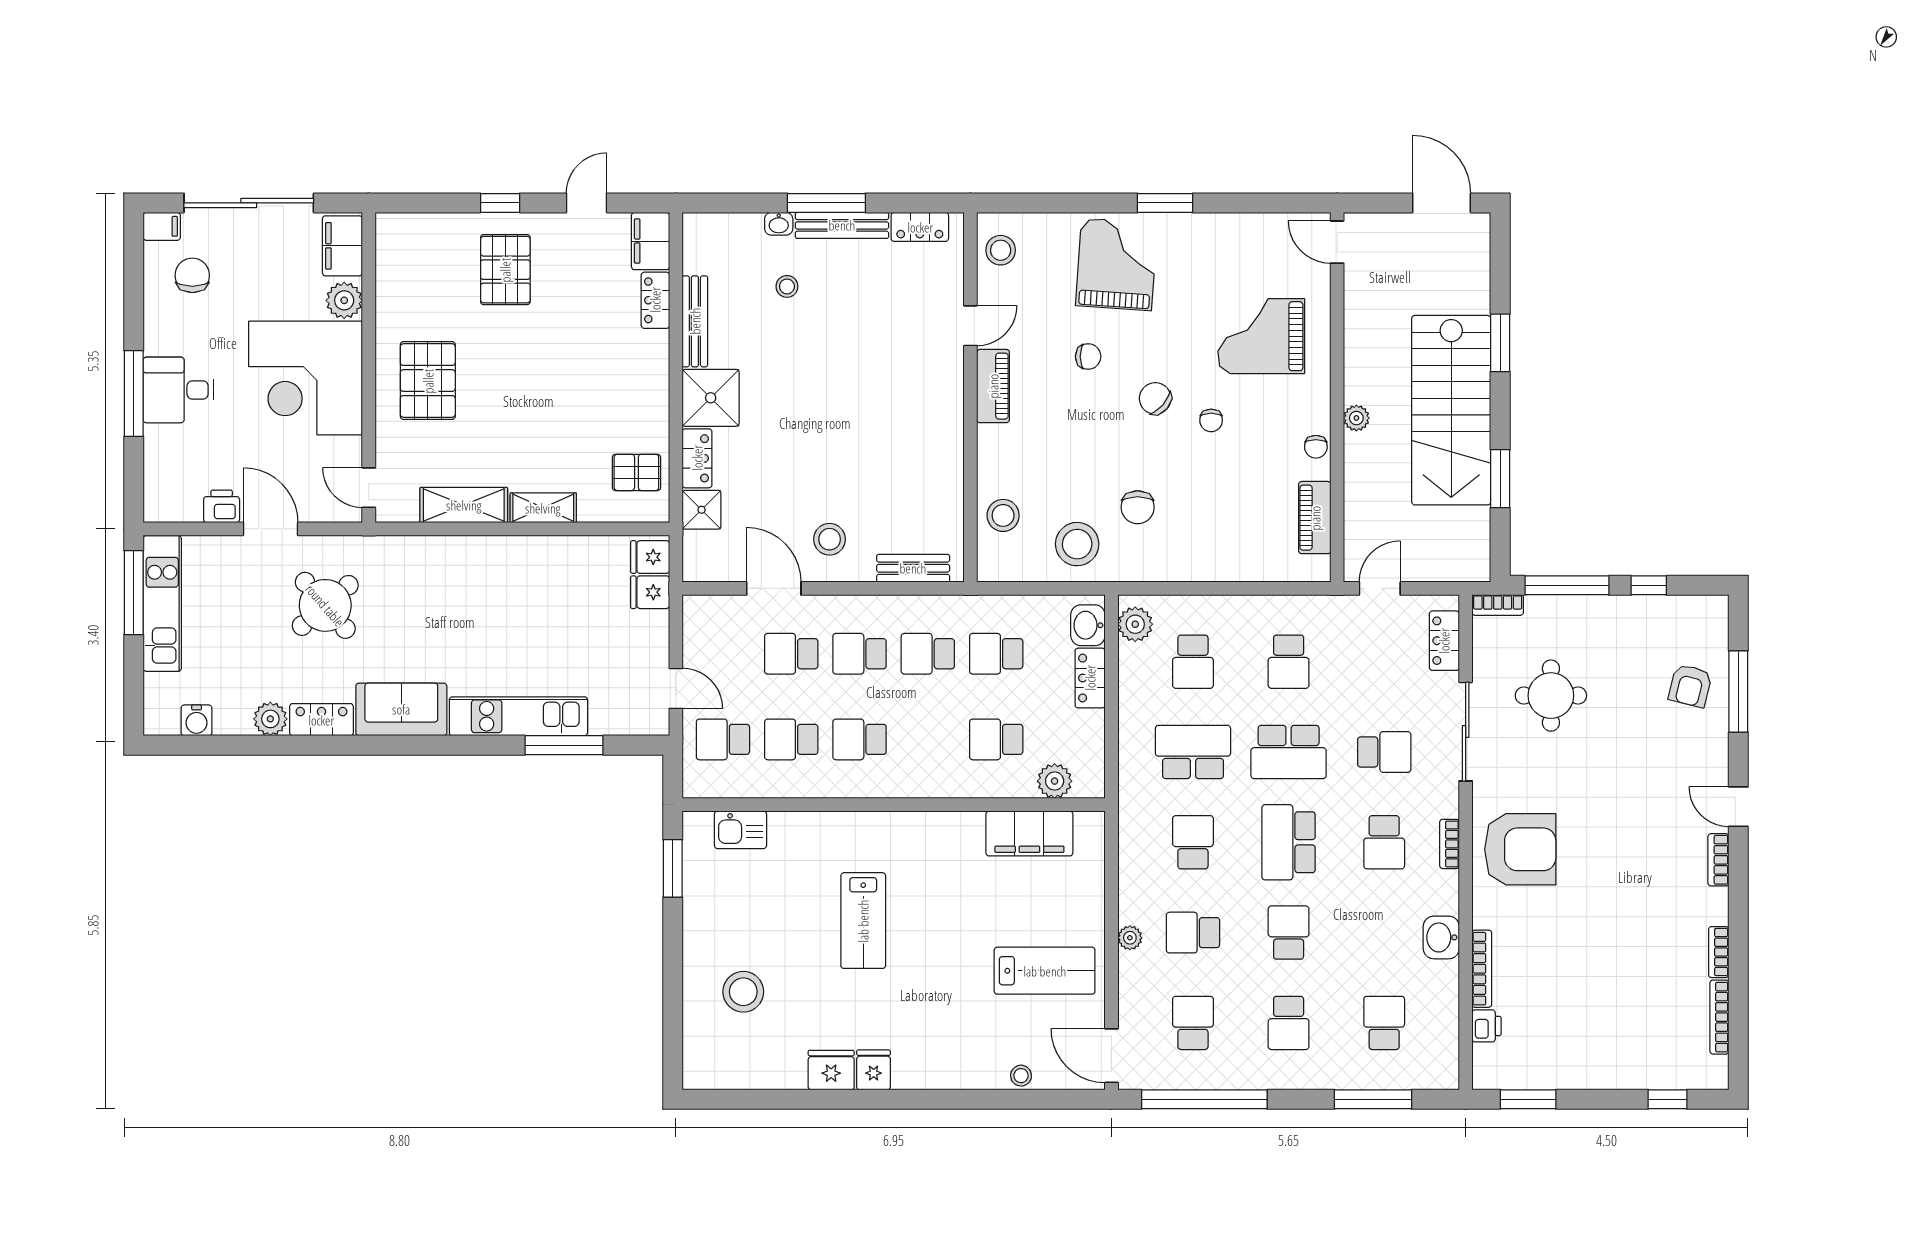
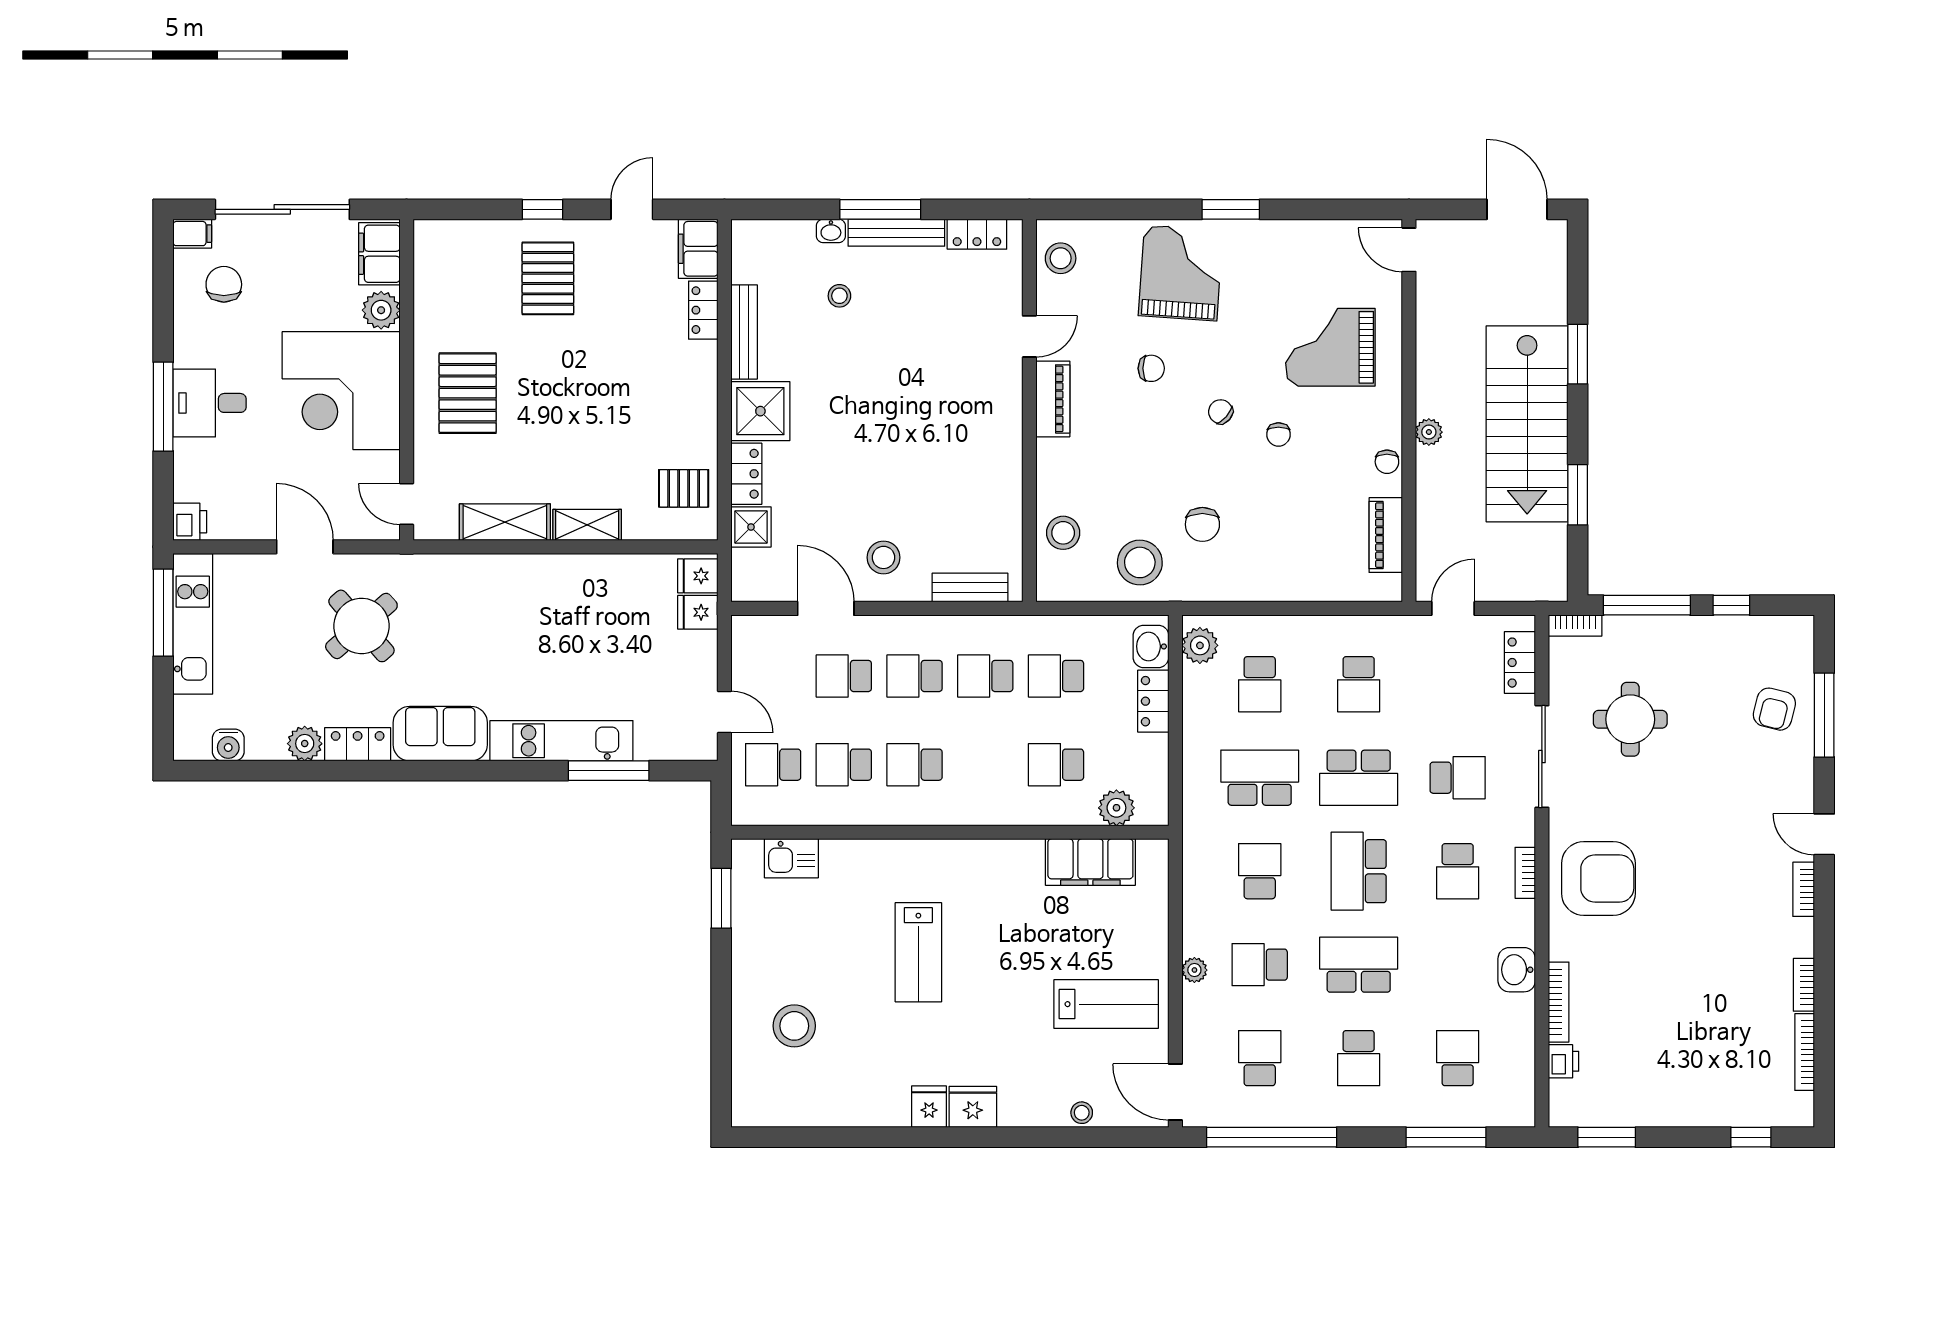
chair: (1155, 398) -> (1221, 412), width x0.73, depth x0.73
printer: (222, 506) -> (190, 522), moved, turned 90
school desk: (1289, 933) -> (1359, 965), width x1.85
fridge: (831, 1070) -> (973, 1107), moved

